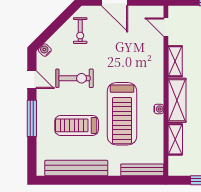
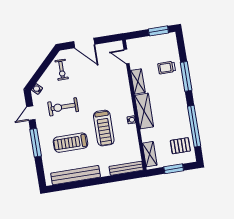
exercise bike: (74, 78) -> (63, 107), turned 180
door: (32, 80) -> (31, 113), swing flipped
treadmill: (122, 114) -> (104, 128), width x0.73, depth x0.73
shelving: (175, 139) -> (150, 154), moved

